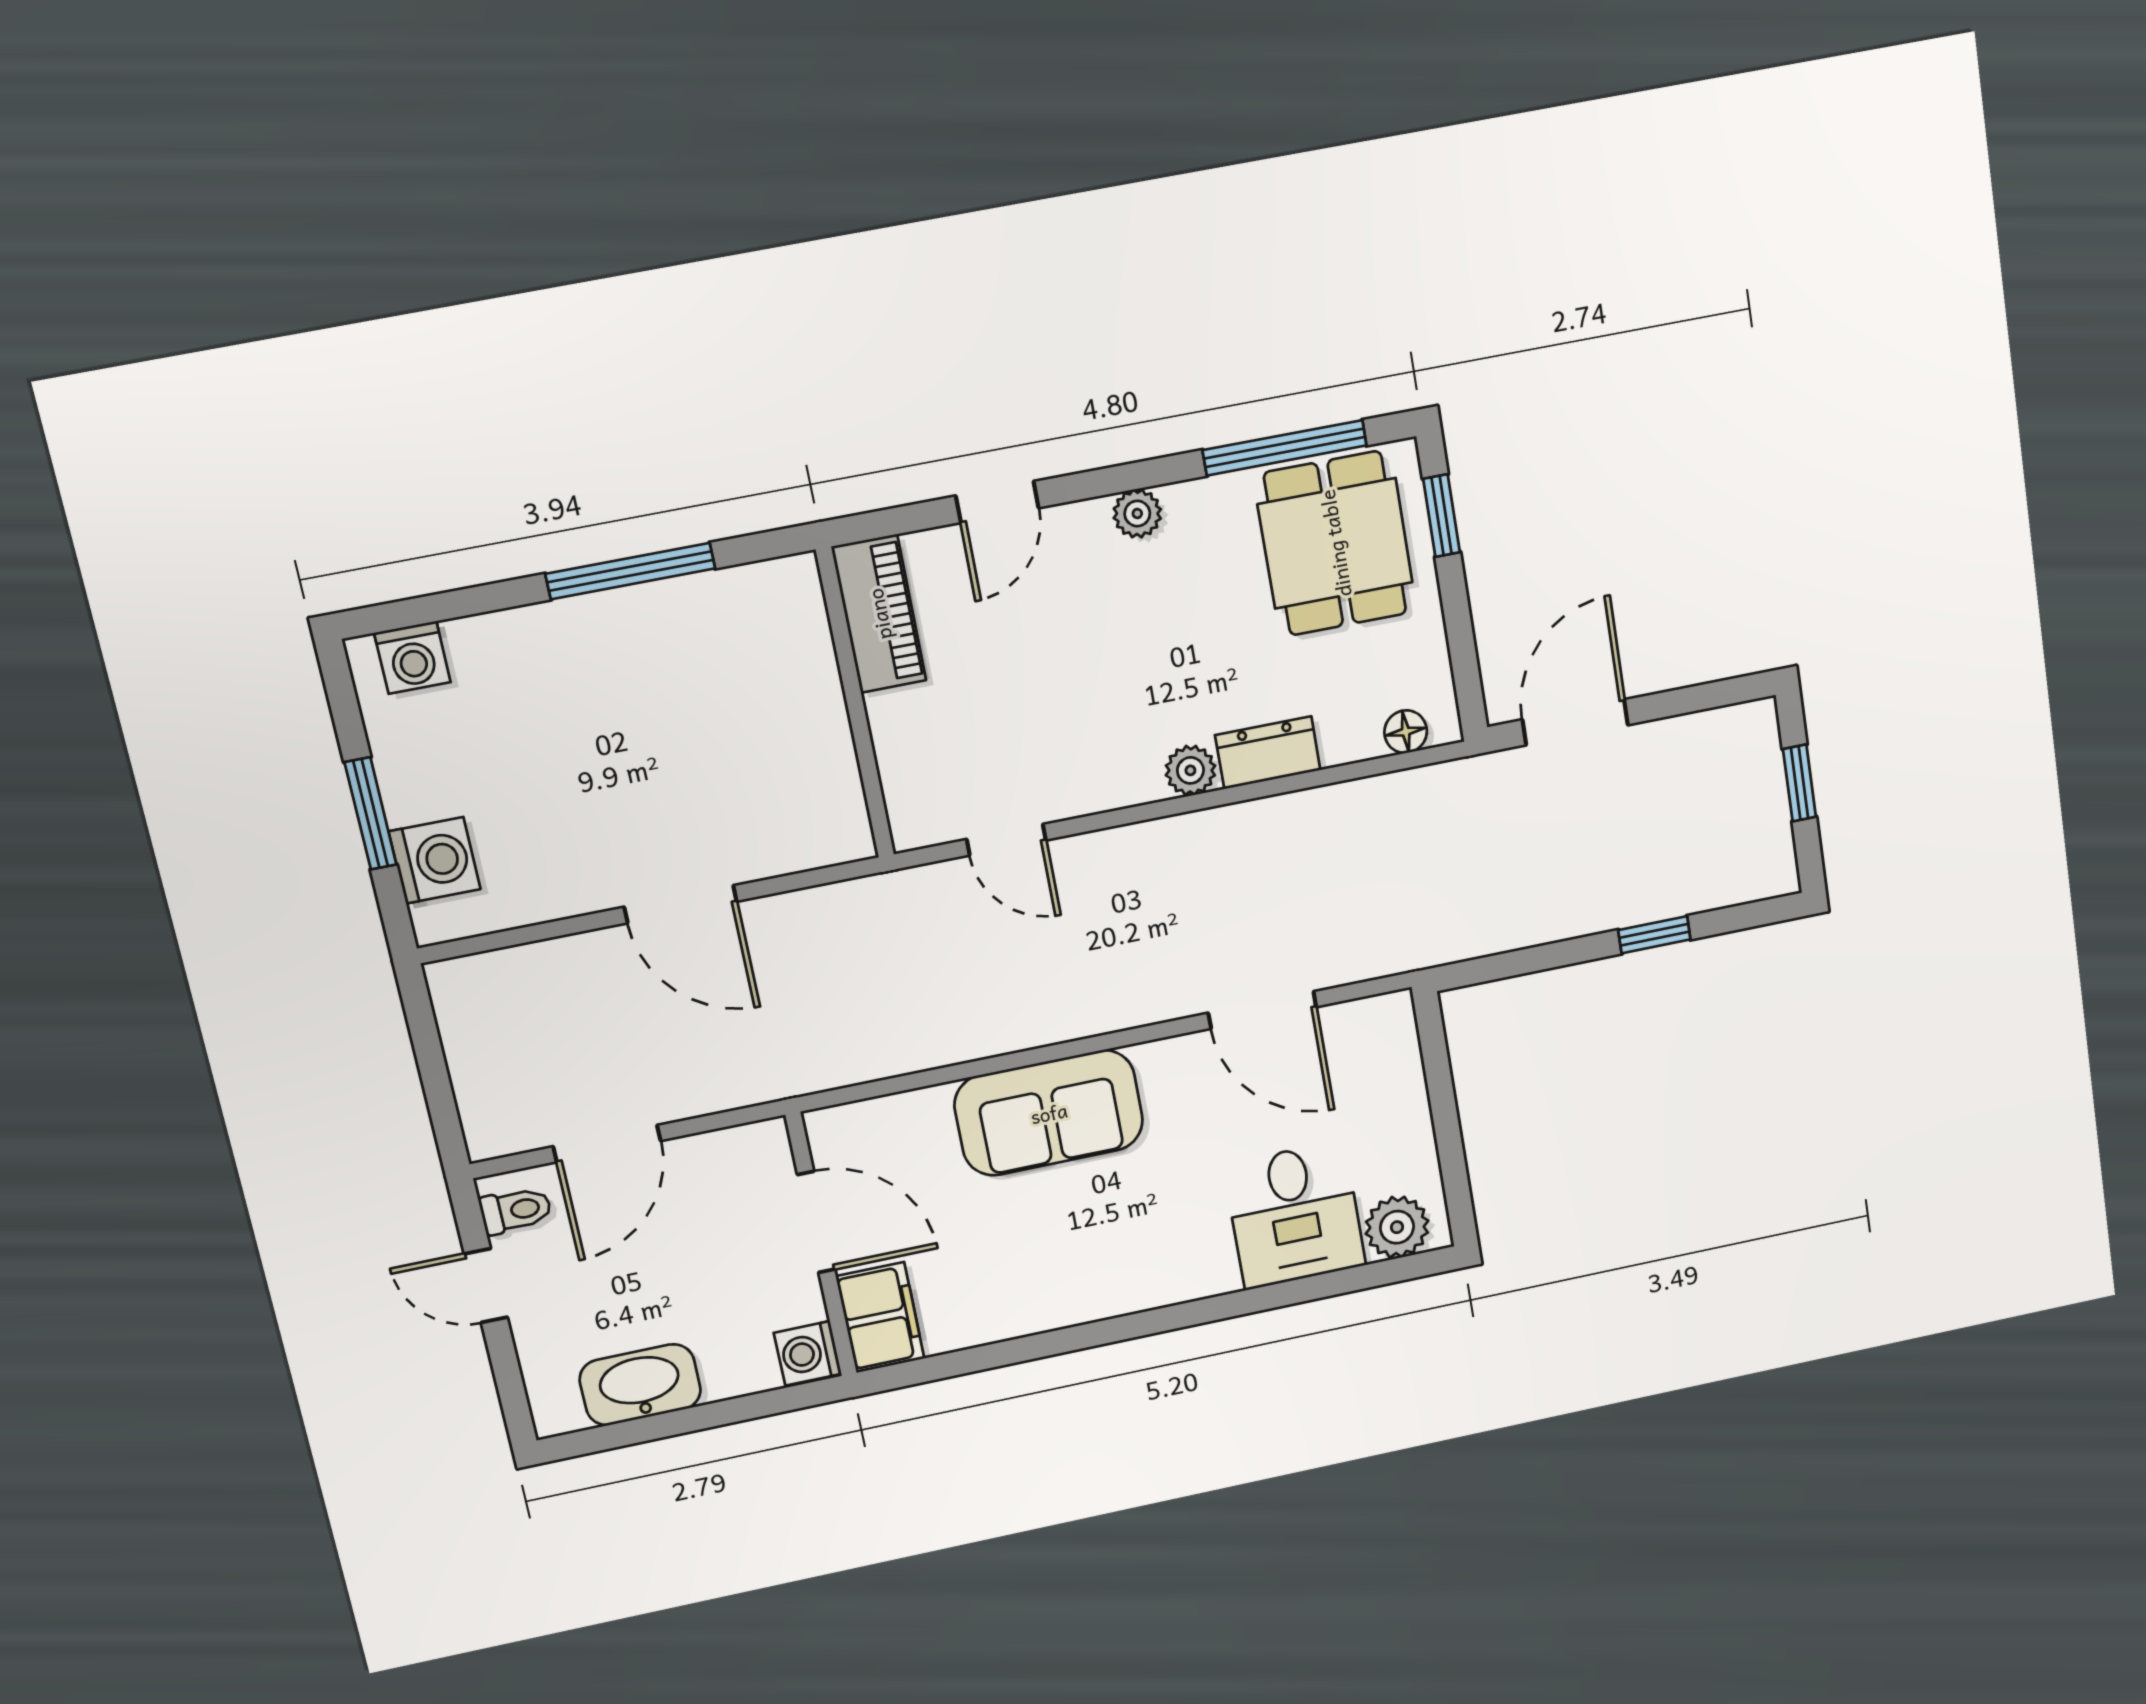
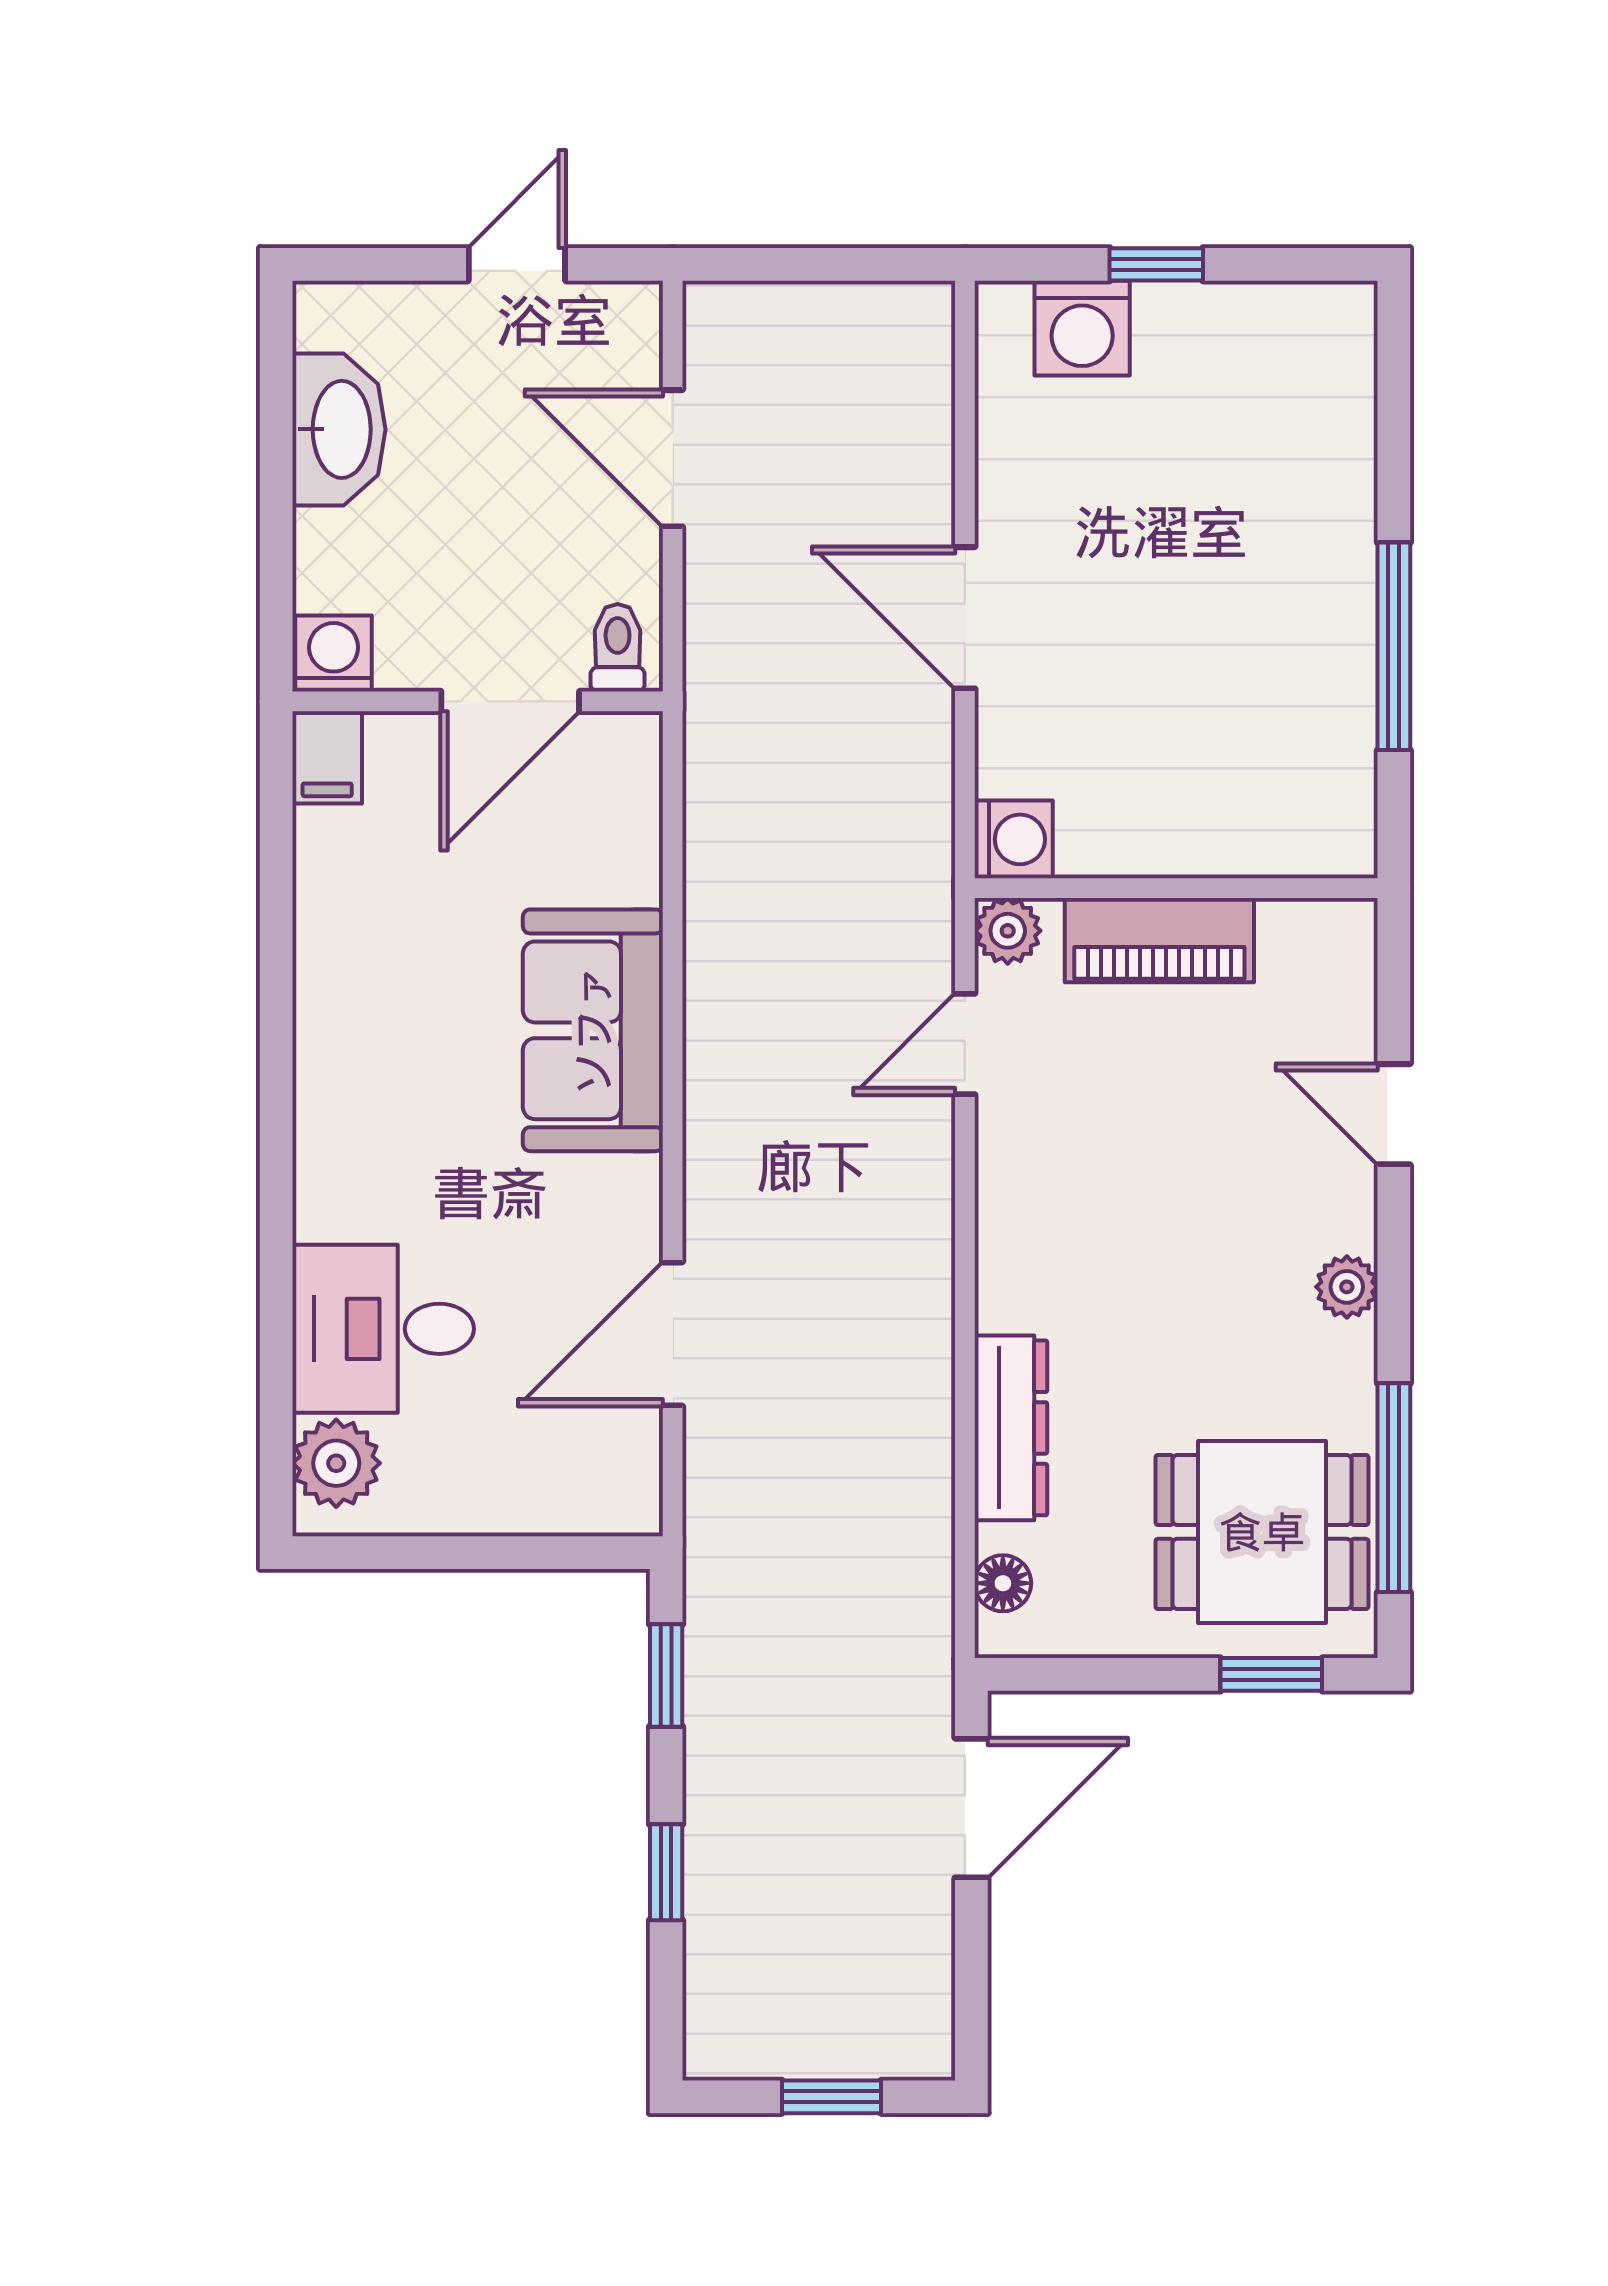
piano: (879, 614) -> (1159, 940), moved
washing machine: (412, 658) -> (1014, 839), moved, turned 180
door: (1575, 722) -> (971, 1808), hinge flipped
dresser: (1268, 753) -> (1011, 1428), width x1.44
plant: (1190, 770) -> (1008, 931), moved
window: (371, 814) -> (1156, 264), width x0.67
door: (681, 904) -> (965, 618), hinge flipped
window: (1512, 964) -> (666, 1675), added
toilet: (516, 1210) -> (618, 648), moved, turned 180
filing cabinet: (880, 1317) -> (327, 757), width x0.50

